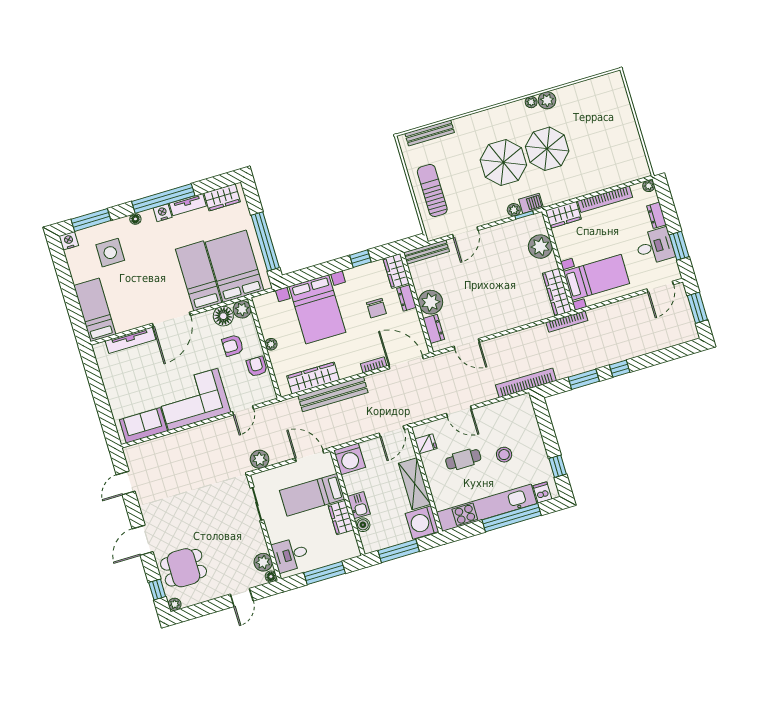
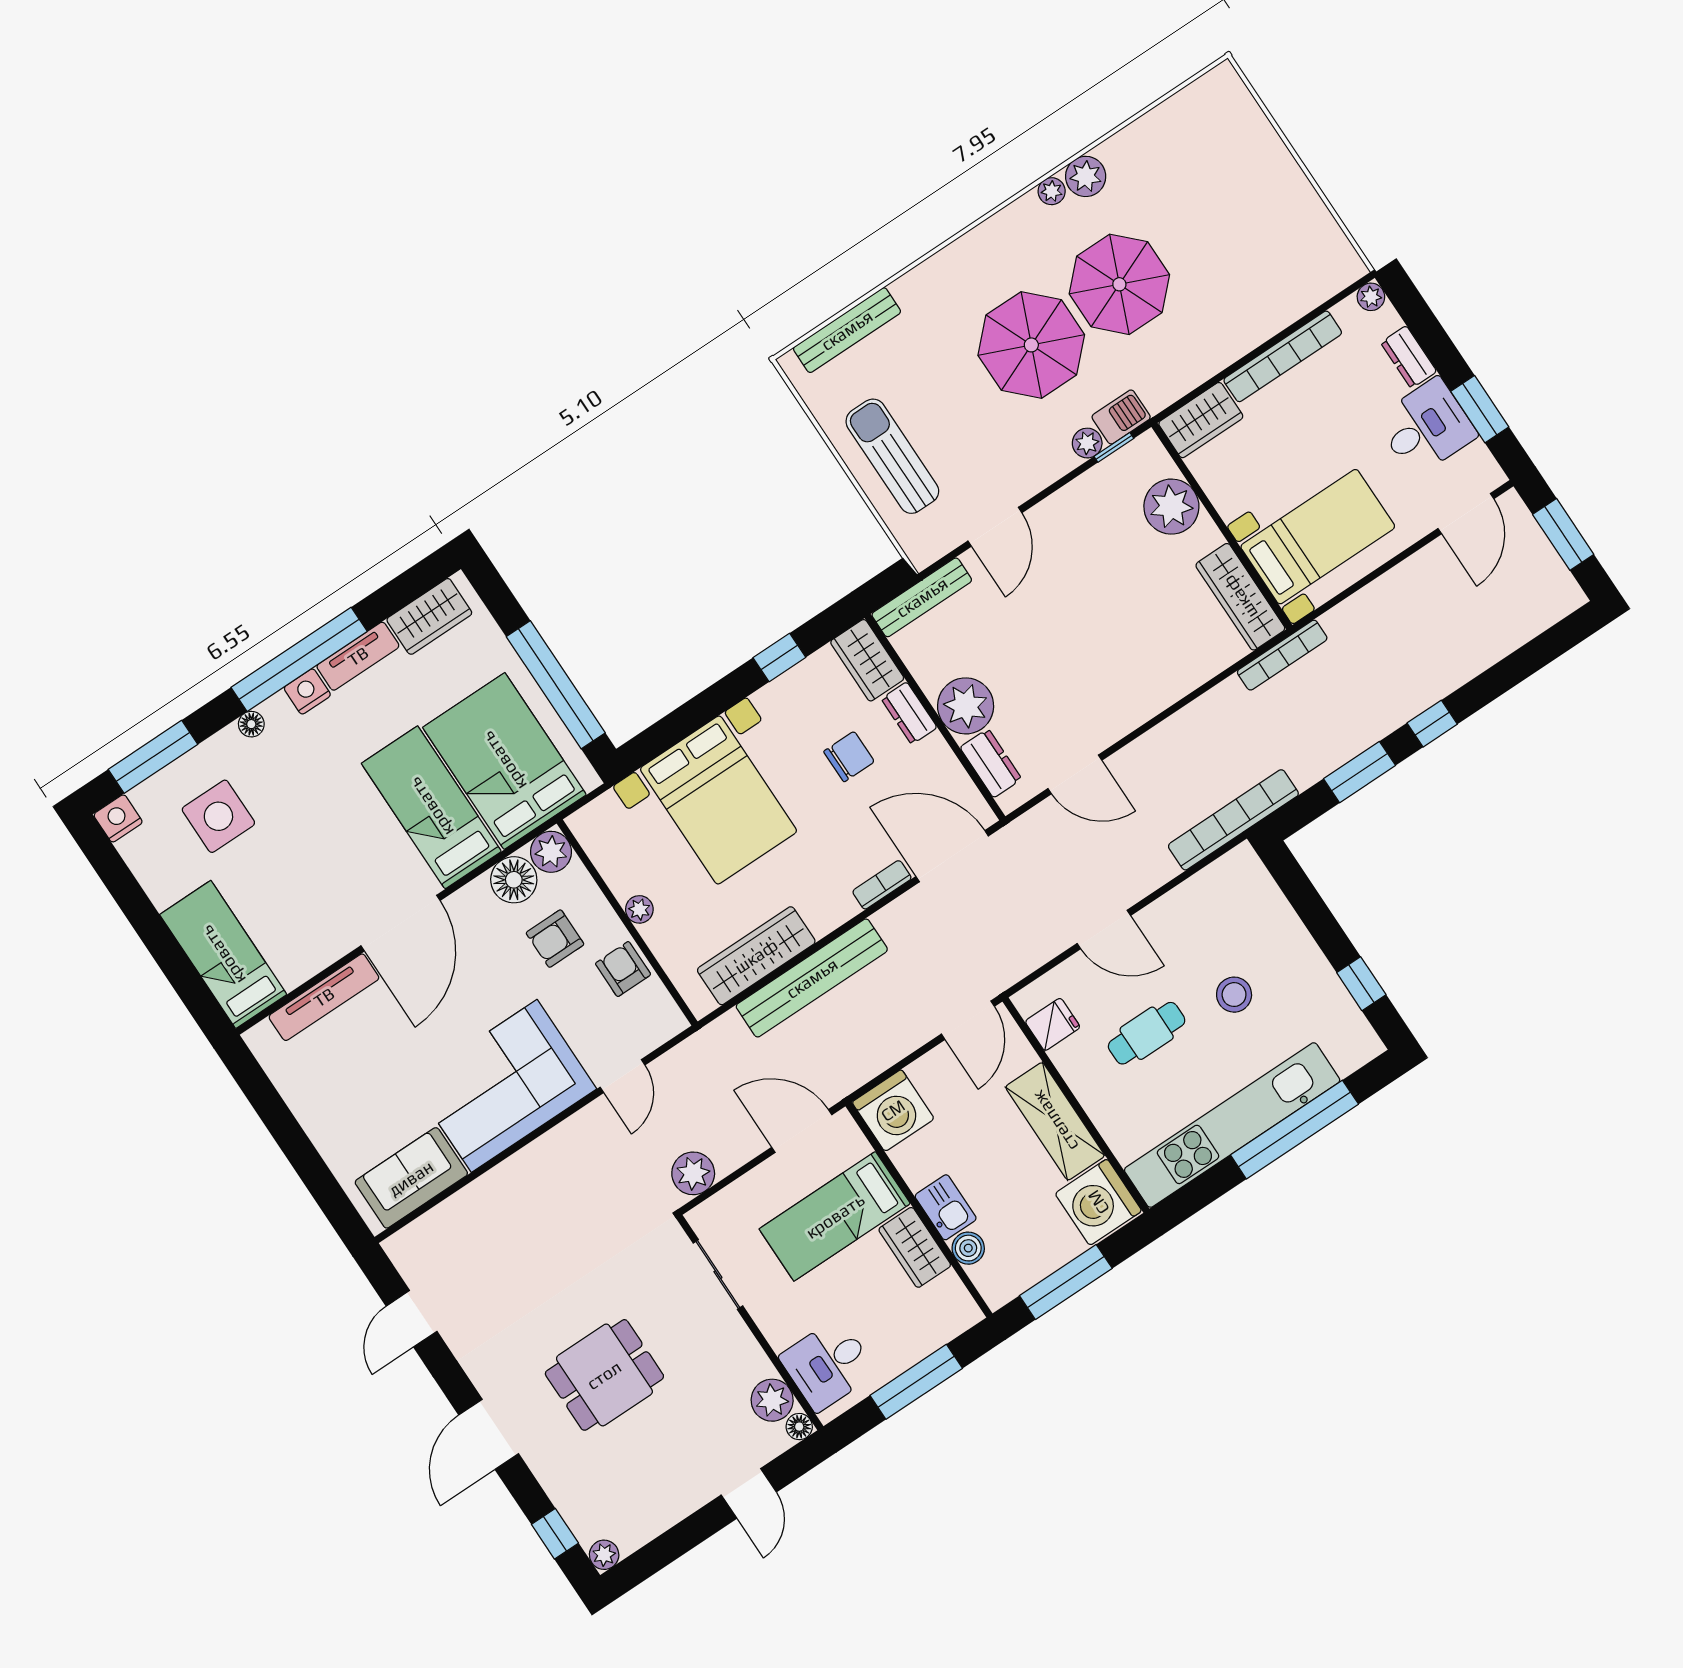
chair: (376, 308) -> (849, 757), turned -90
dishwasher: (542, 492) -> (1346, 1052), removed
dining table: (184, 568) -> (604, 1375), moved

